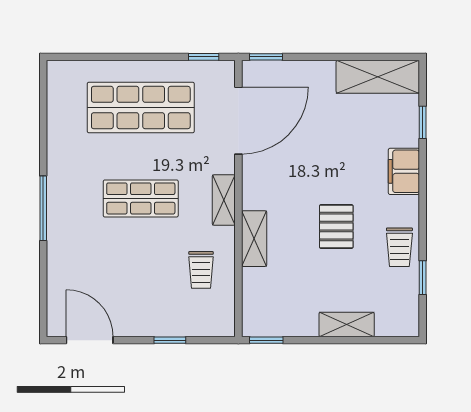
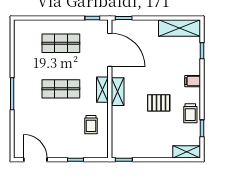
shop shelf: (141, 108) -> (61, 43), width x0.70, depth x0.74
door: (238, 121) -> (110, 50), hinge flipped
filing cabinet: (404, 171) -> (193, 81), width x0.50
pallet: (336, 226) -> (159, 103), turned 90
shelving: (254, 239) -> (118, 92), moved
shelving: (347, 325) -> (187, 152), moved

